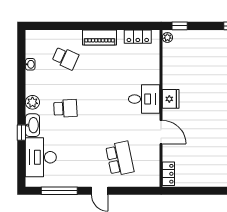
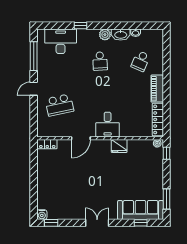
locker: (138, 37) -> (158, 119), width x1.53
fridge: (171, 99) -> (119, 146), moved
washbasin: (32, 125) -> (121, 35), moved

